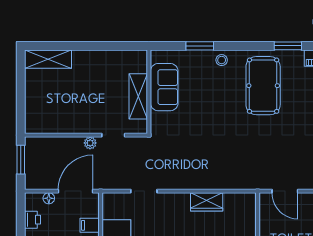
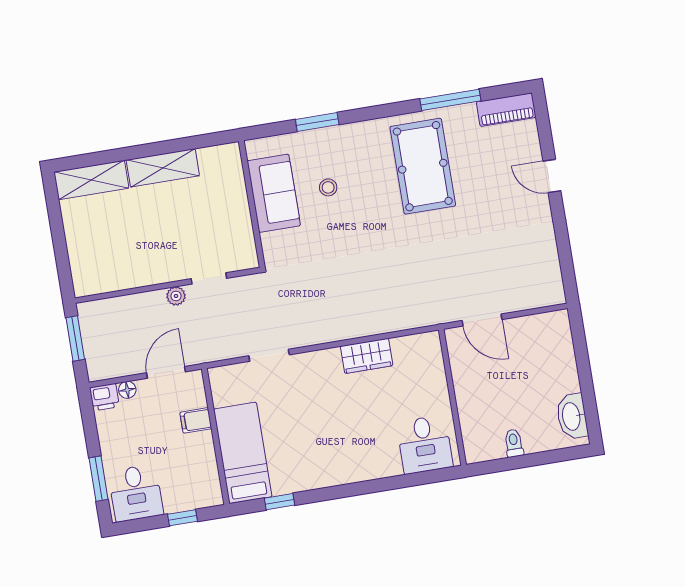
window: (288, 46) -> (450, 100), width x1.44
stool: (222, 60) -> (328, 187), moved
shelving: (138, 96) -> (163, 168), moved, turned 90
door: (76, 191) -> (166, 372), width x0.73
printer: (32, 220) -> (104, 397), moved, turned 90

